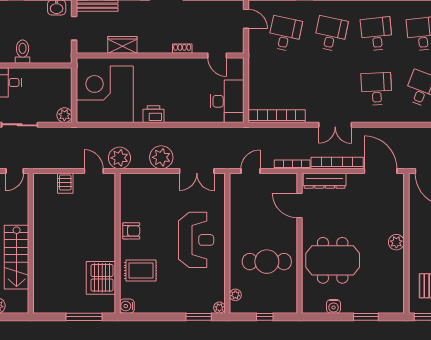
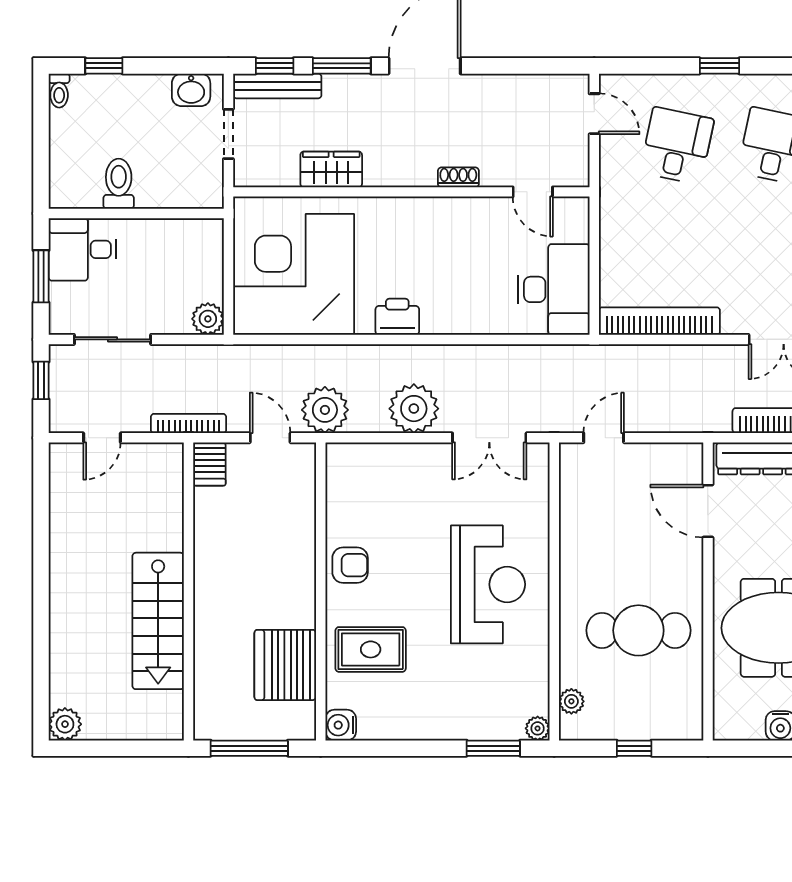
bookcase: (292, 164) -> (189, 423), moved
wall: (31, 243) -> (188, 591), moved
stairs: (17, 257) -> (158, 621), moved

